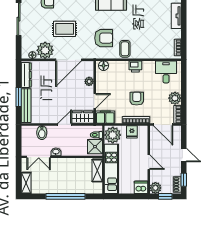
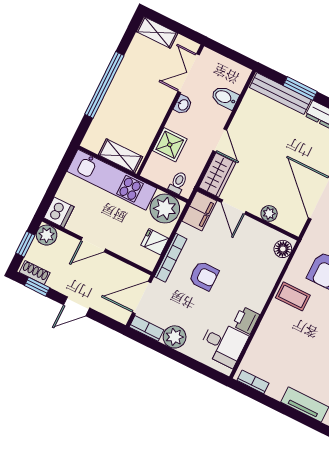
printer: (135, 66) -> (246, 320), moved
shower: (95, 147) -> (170, 145), moved

